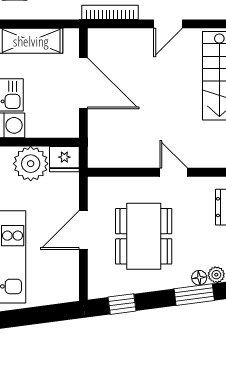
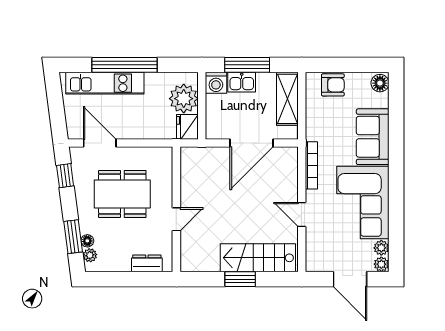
door: (83, 230) -> (100, 143), moved

